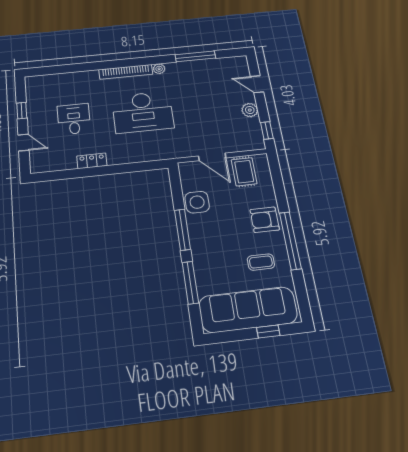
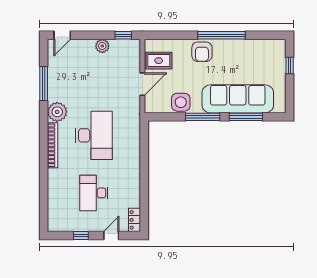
plant: (159, 69) -> (57, 112), width x1.87, depth x1.87
door: (257, 84) -> (62, 35), moved
desk: (74, 119) -> (94, 193), width x1.37
locker: (92, 161) -> (135, 220), moved
coffee table: (261, 262) -> (236, 61), removed
sofa: (248, 310) -> (238, 99), moved, turned 90

